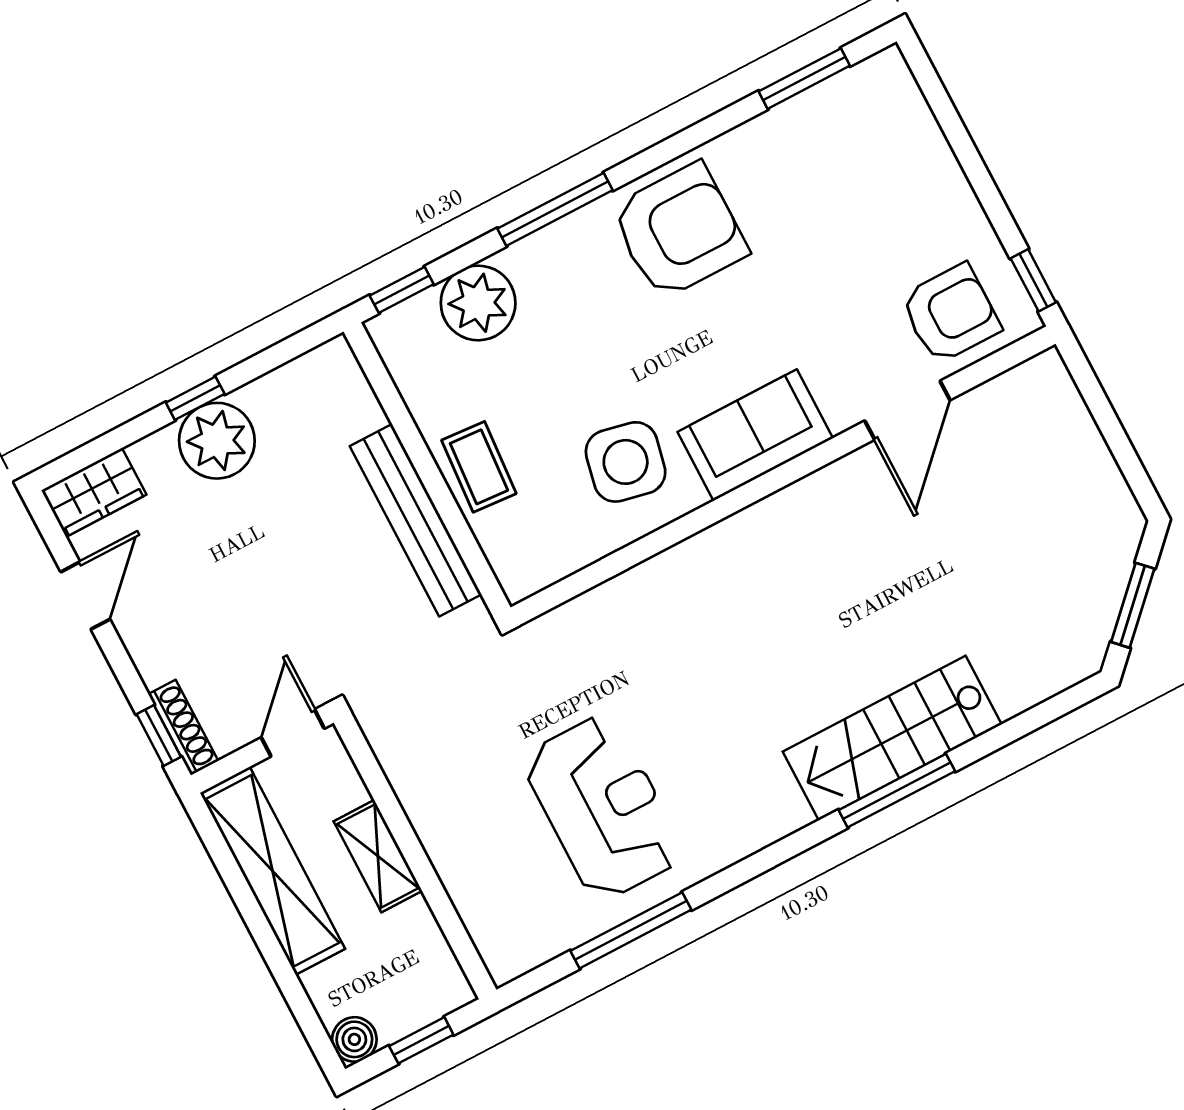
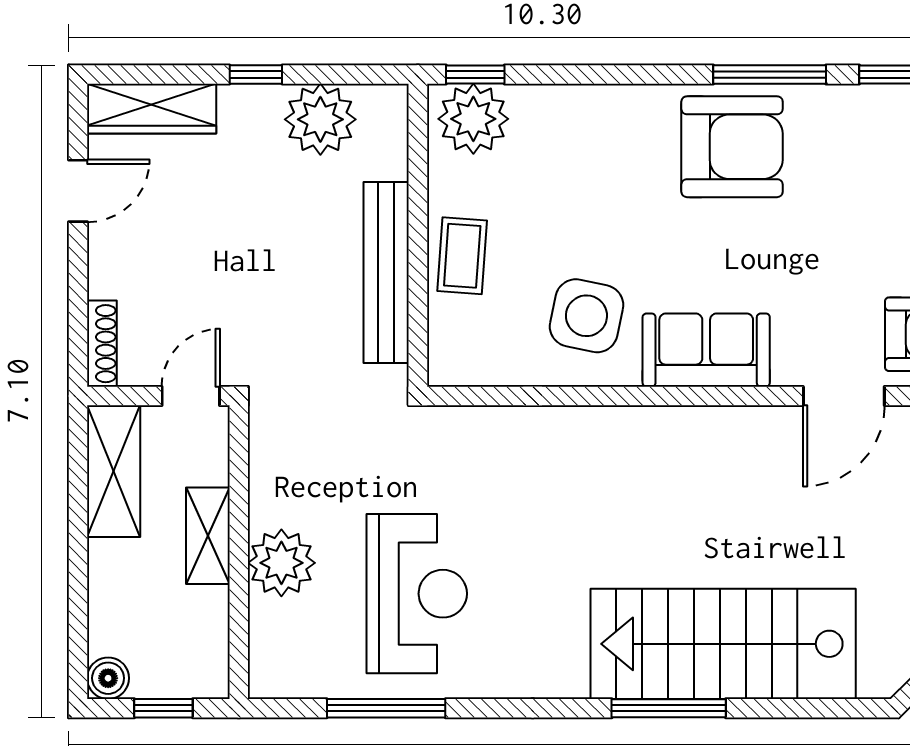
window: (555, 209) -> (770, 75), moved
plant: (478, 303) -> (473, 119), moved
plant: (217, 441) -> (320, 119), moved
wardrobe: (94, 492) -> (152, 109), width x1.50
window: (159, 735) -> (78, 339), removed
stairs: (892, 738) -> (723, 644), width x1.36, depth x1.51
plant: (461, 845) -> (281, 563), added
shelving: (273, 871) -> (114, 471), width x0.68

